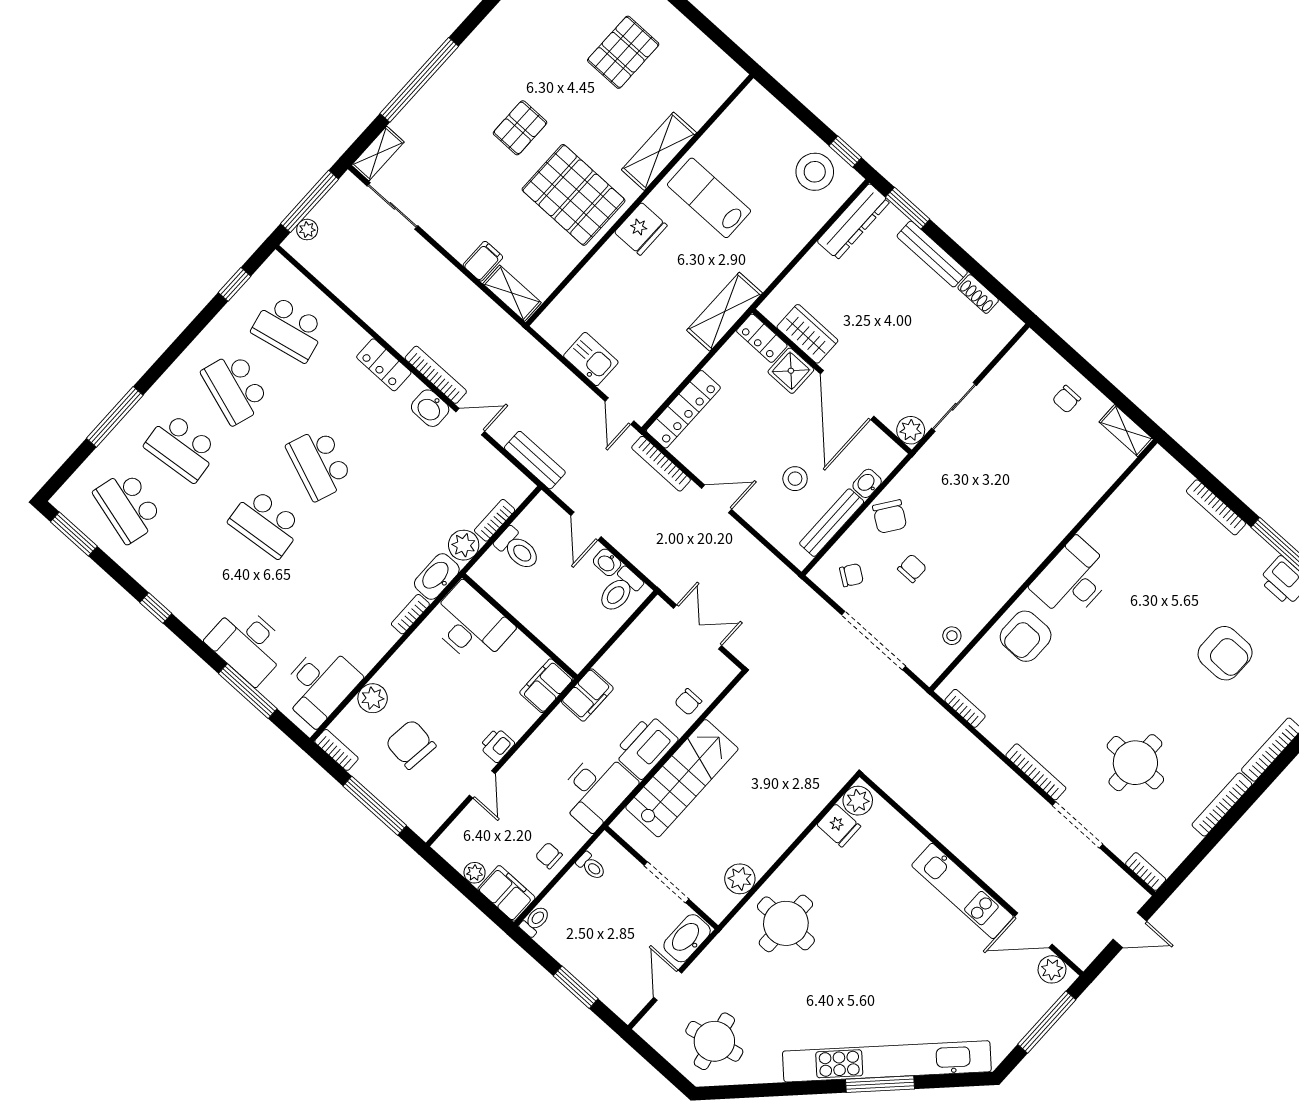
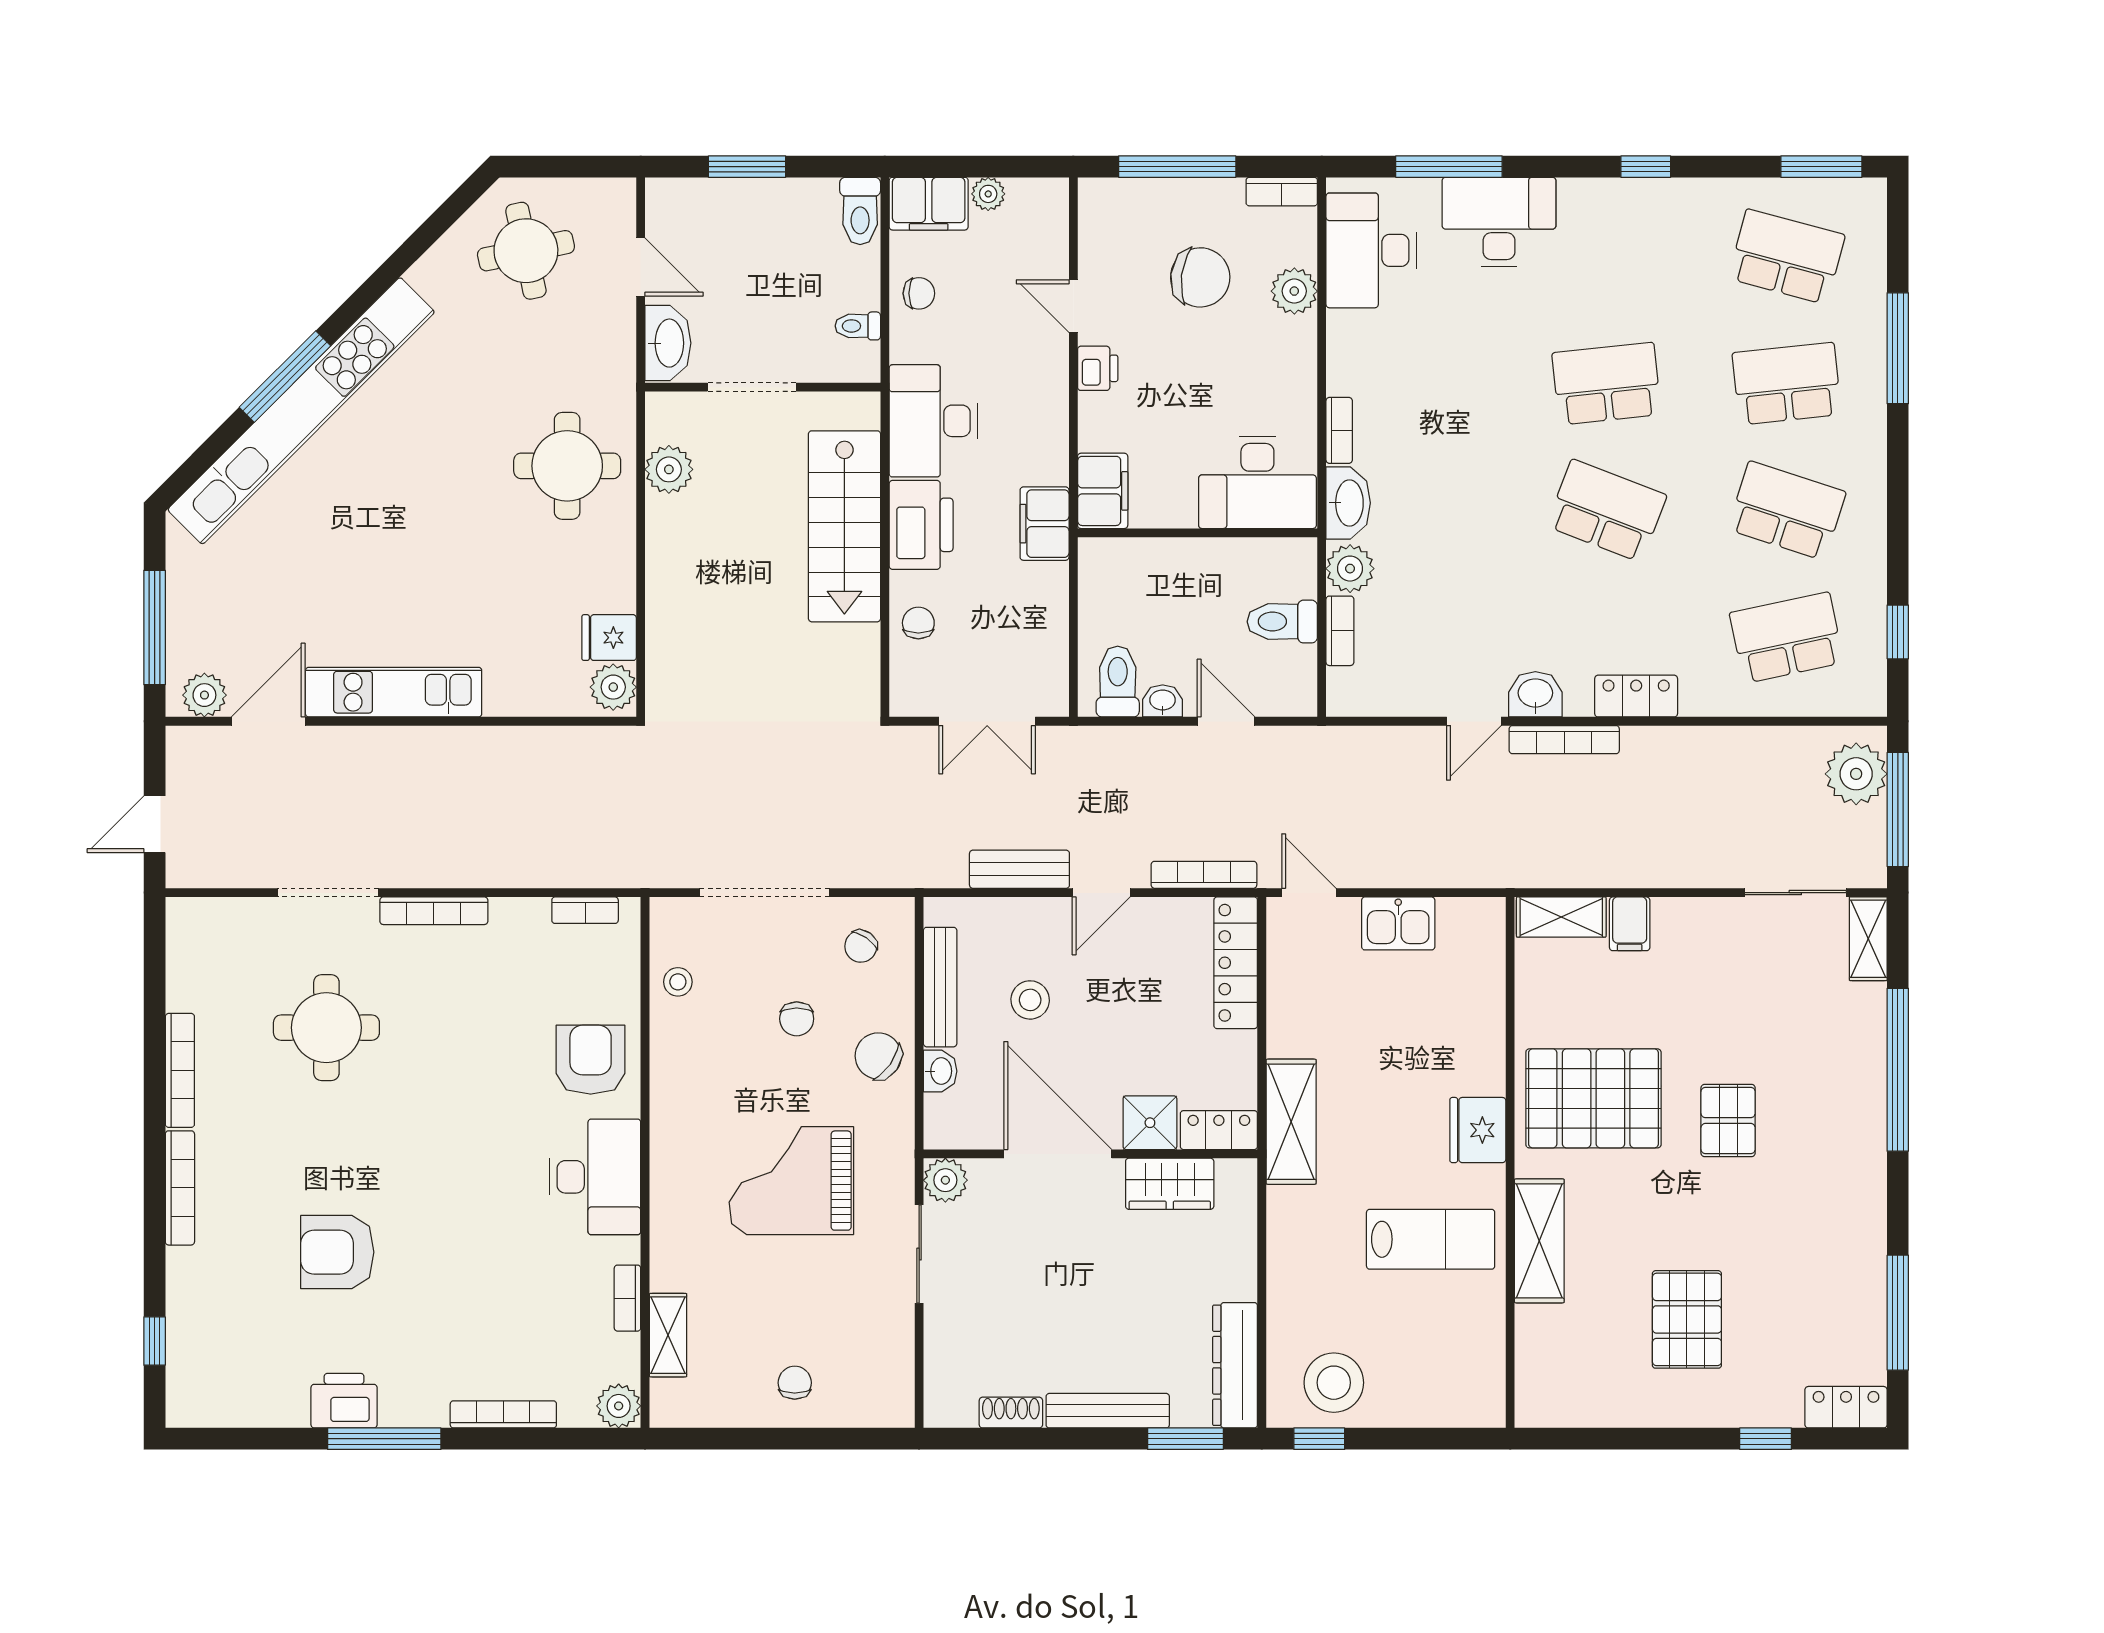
plant: (307, 230) -> (1856, 774), width x1.88, depth x1.88
shelving: (1126, 431) -> (668, 1335), moved, turned 90
bench: (535, 460) -> (1019, 869), moved
plant: (1159, 463) -> (619, 1406), added
grand piano: (983, 495) -> (791, 1181), added
bookcase: (1146, 872) -> (627, 1298), moved, turned 90
toilet: (535, 921) -> (860, 211), width x1.37, depth x1.39

